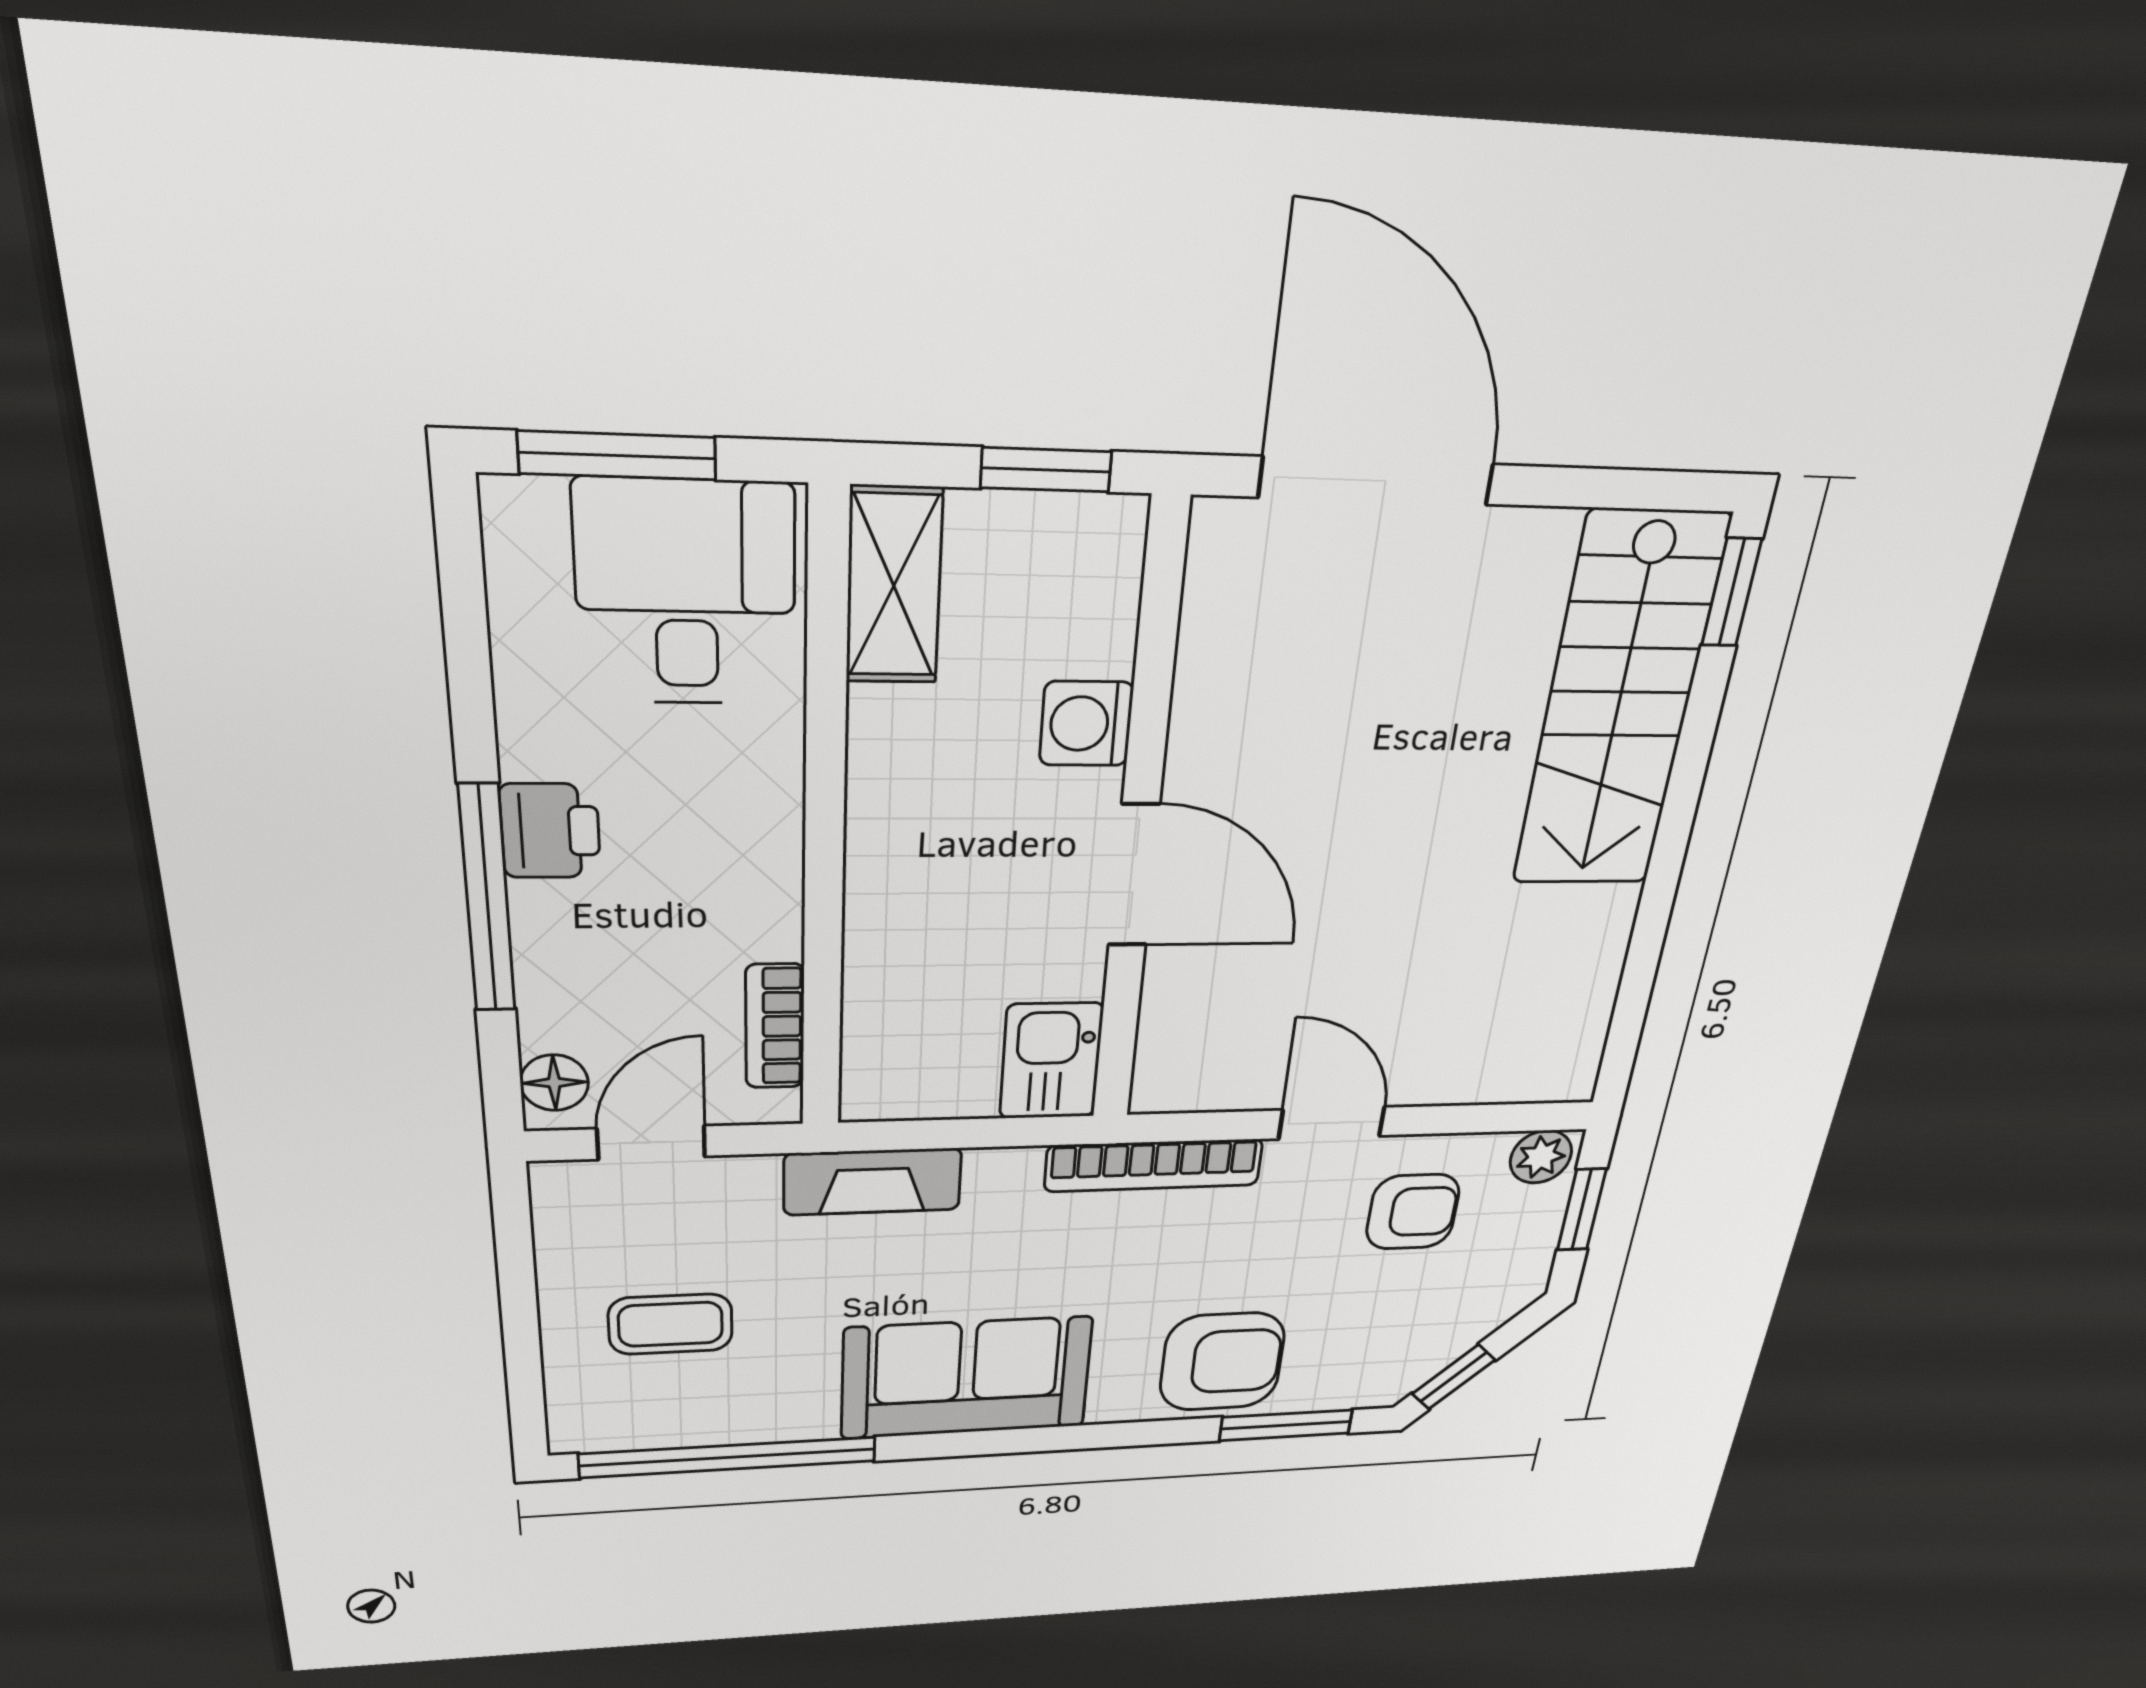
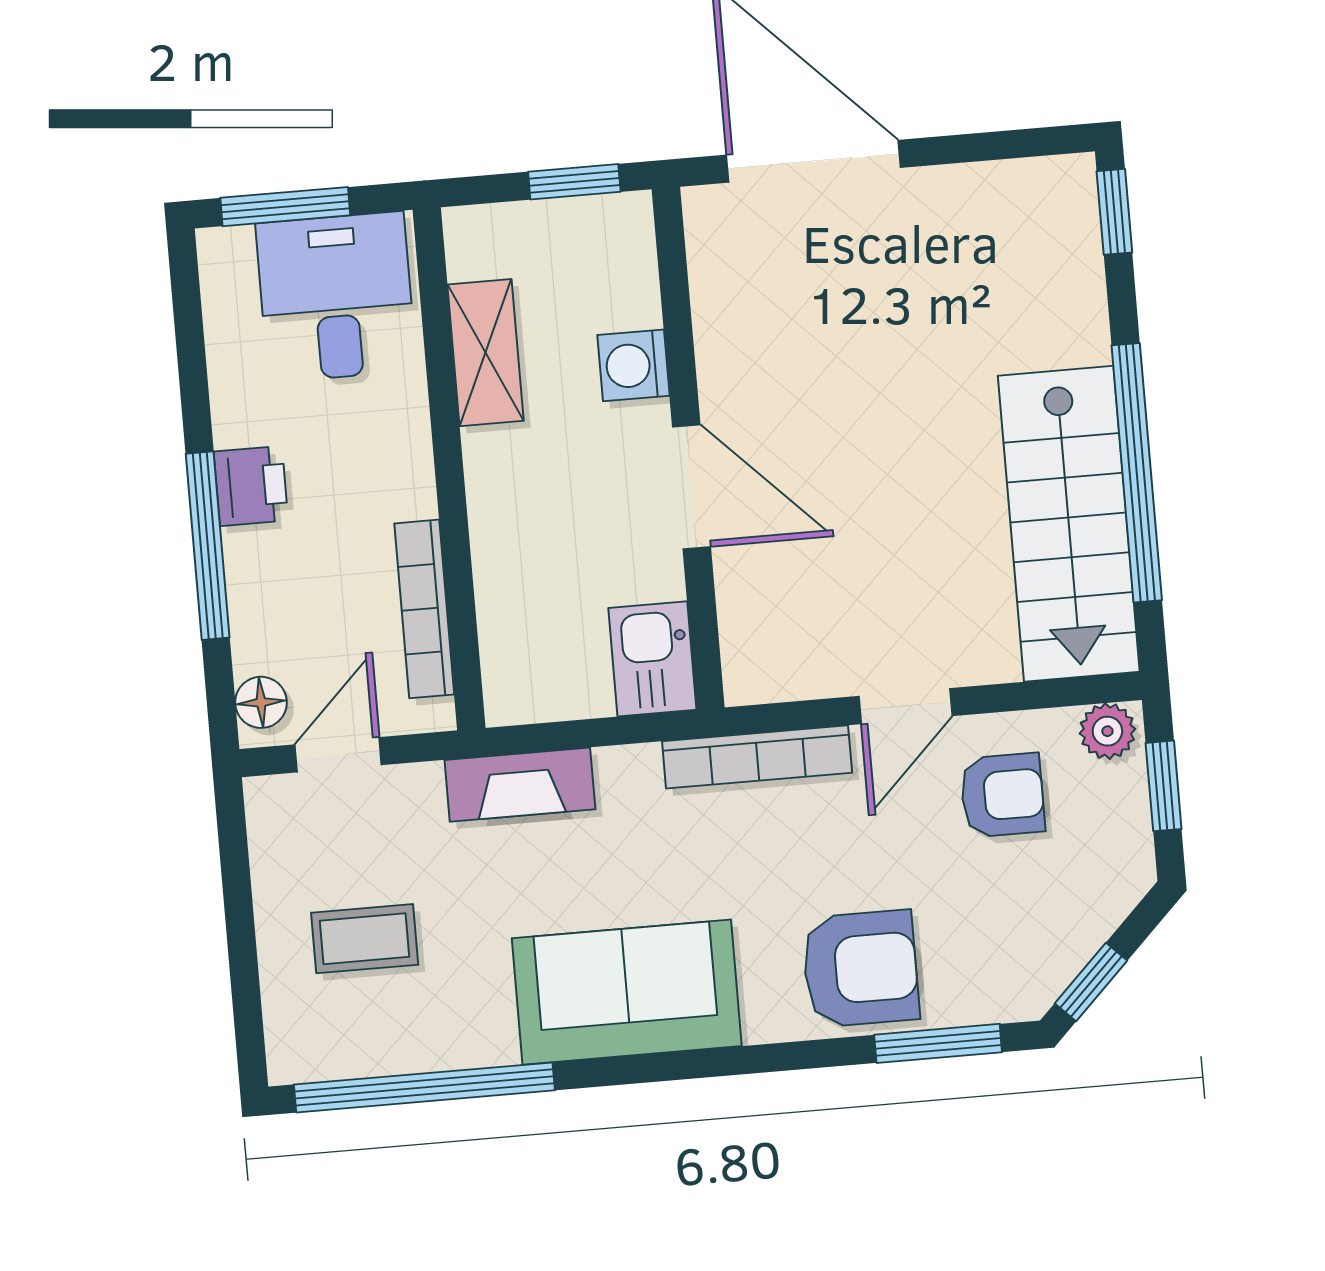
shelving: (894, 586) -> (485, 353), moved
stairs: (1618, 704) -> (1069, 524), moved
window: (1657, 899) -> (1137, 473), added
bookcase: (775, 1026) -> (424, 609), width x1.56
door: (1332, 1123) -> (906, 706), swing flipped

